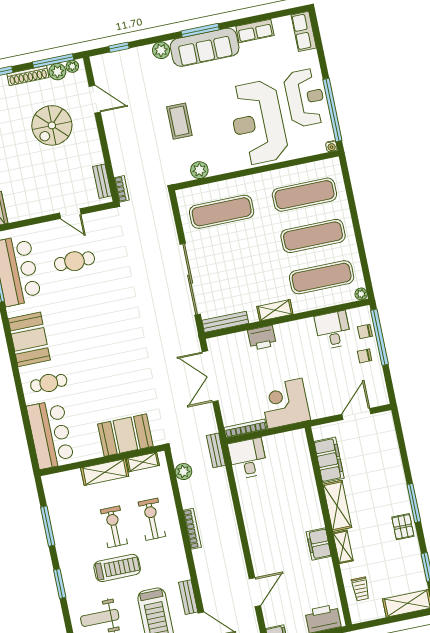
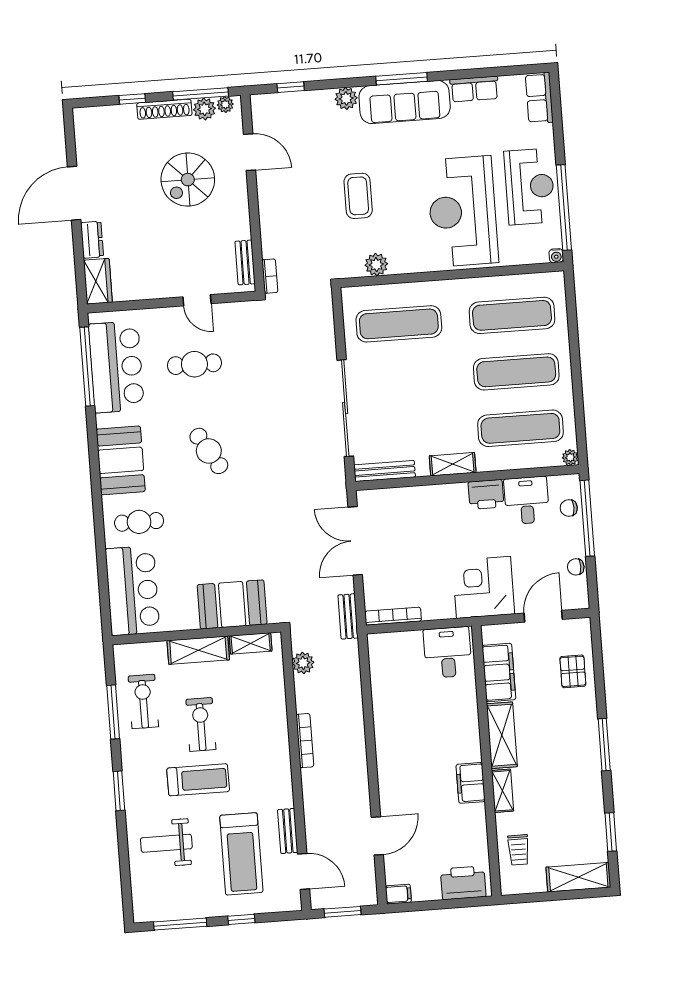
cafe table: (93, 324) -> (209, 451), added
printer: (262, 338) -> (486, 494), moved
chair: (365, 356) -> (576, 567), moved
corner desk: (285, 403) -> (483, 587), moved
bench: (216, 450) -> (348, 616), moved
desk: (248, 458) -> (448, 652), moved
exercise bike: (152, 519) -> (143, 702), moved
pallet: (403, 527) -> (573, 671), moved

